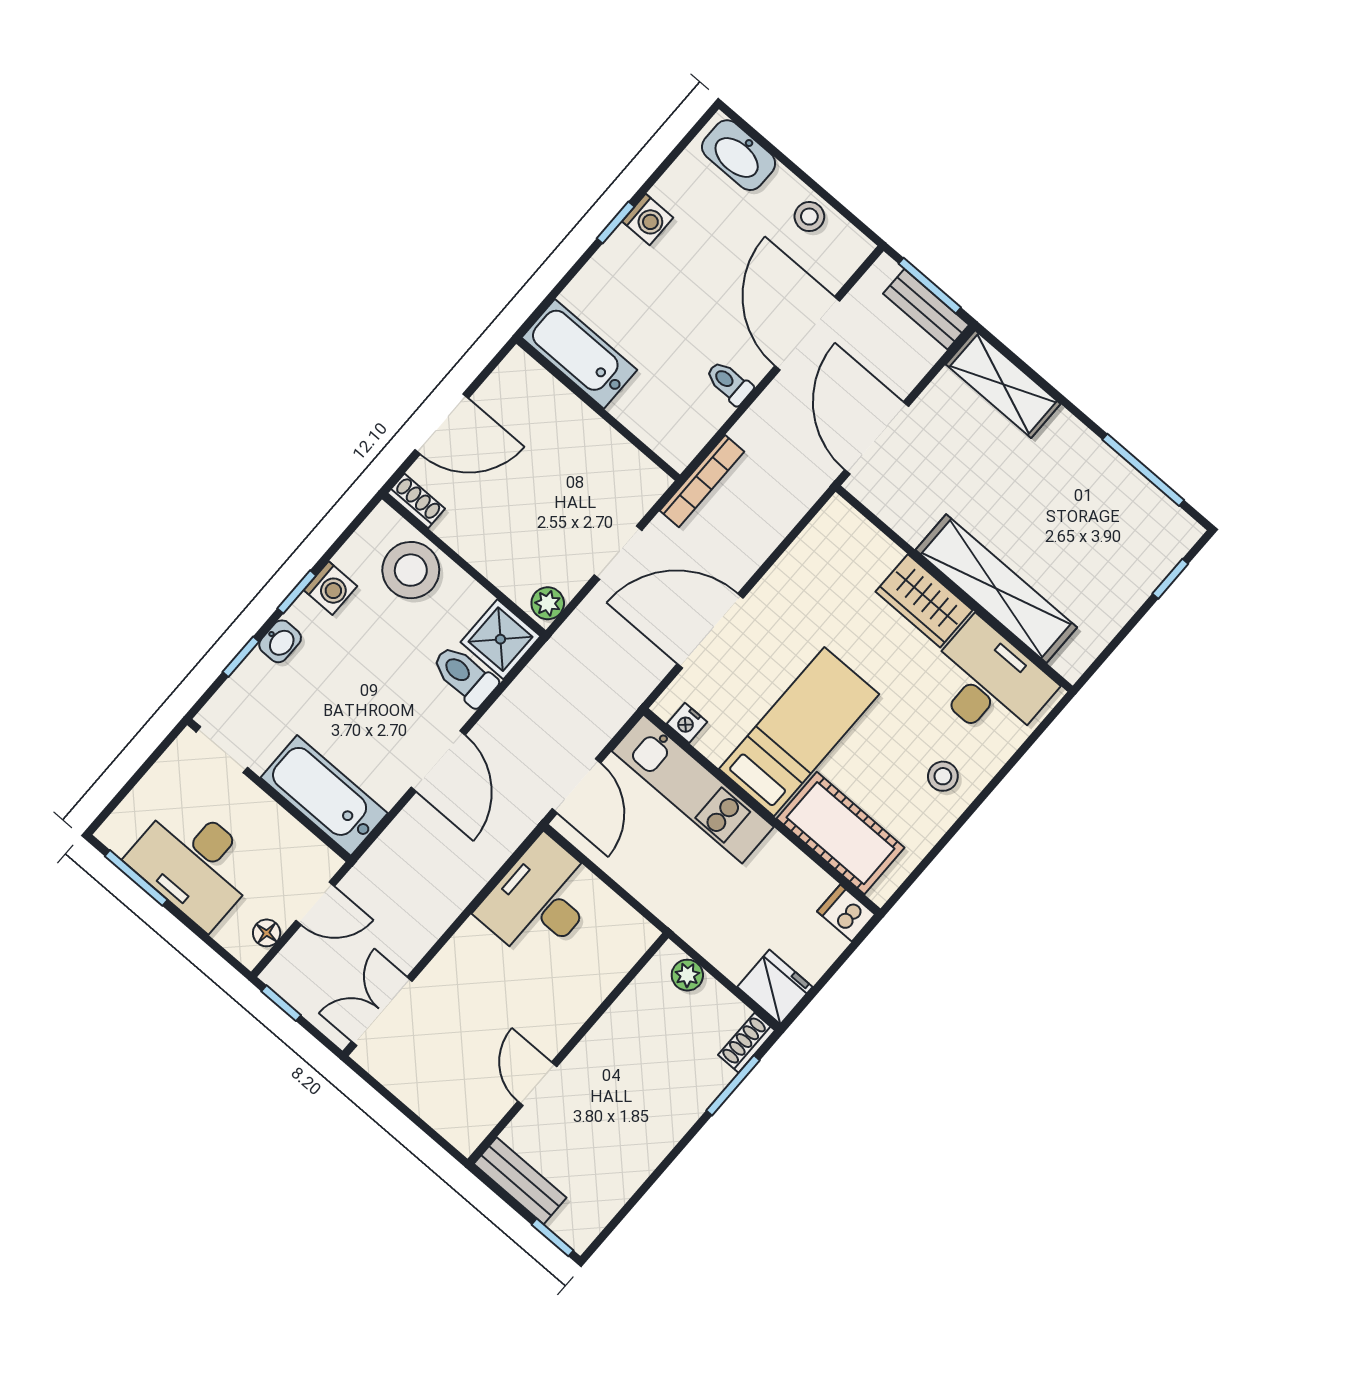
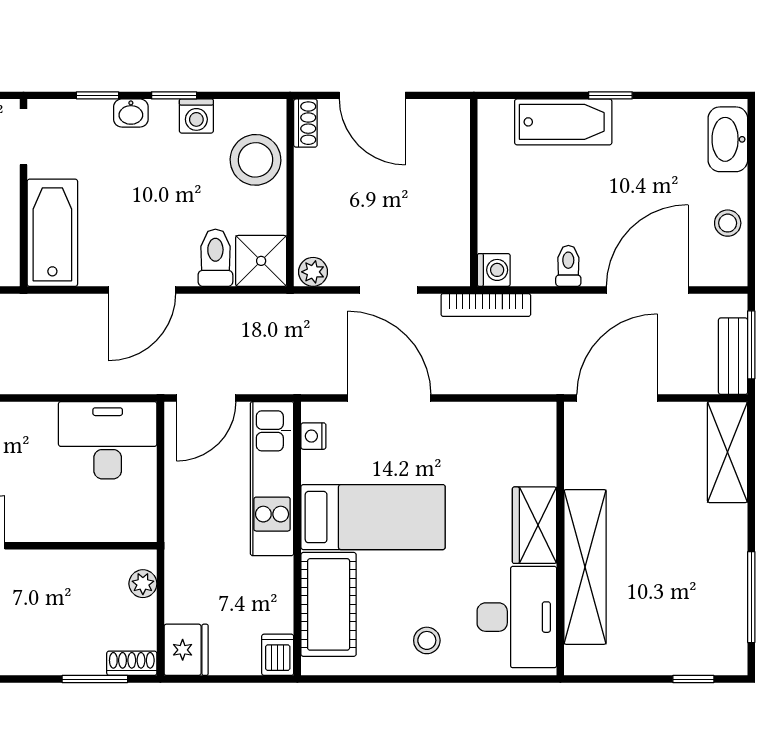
washing machine: (648, 220) -> (494, 270), moved, turned -90
bathtub: (579, 354) -> (563, 122), moved, turned 90

